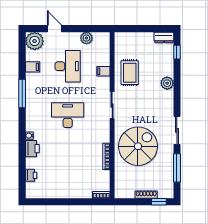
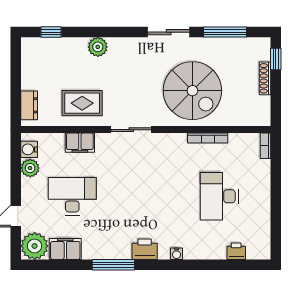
water cooler: (99, 37) -> (29, 149), added
dresser: (164, 37) -> (29, 105), moved
filing cabinet: (33, 67) -> (65, 249), width x2.00
filing cabinet: (103, 71) -> (80, 143), width x2.00
desk: (68, 115) -> (219, 196), moved
spiral stairs: (138, 146) -> (192, 91), turned 180
printer: (32, 149) -> (145, 249), moved

